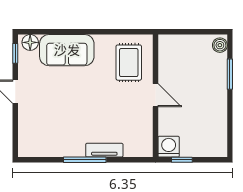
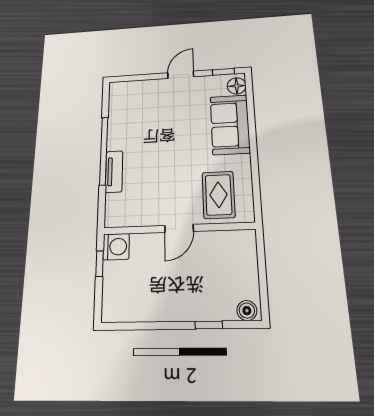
rug: (129, 63) -> (218, 195), turned 90
window: (230, 74) -> (209, 325), width x0.67
window: (85, 160) -> (104, 151), width x1.46

